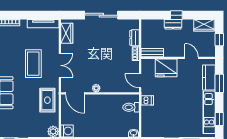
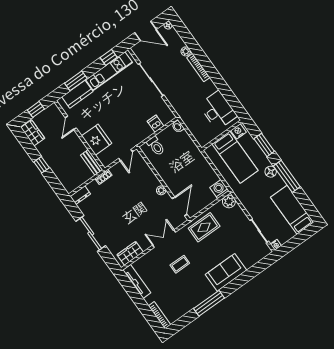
dresser: (173, 24) -> (52, 162), removed
dresser: (135, 38) -> (80, 195), moved
coffee table: (33, 64) -> (180, 264), width x0.54, depth x0.58
dishwasher: (147, 100) -> (156, 124), moved

